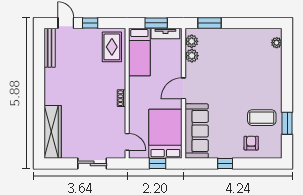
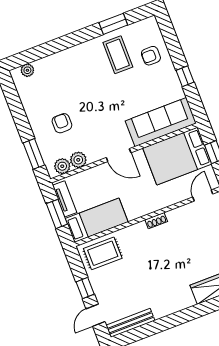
armchair: (225, 54) -> (62, 123), added

